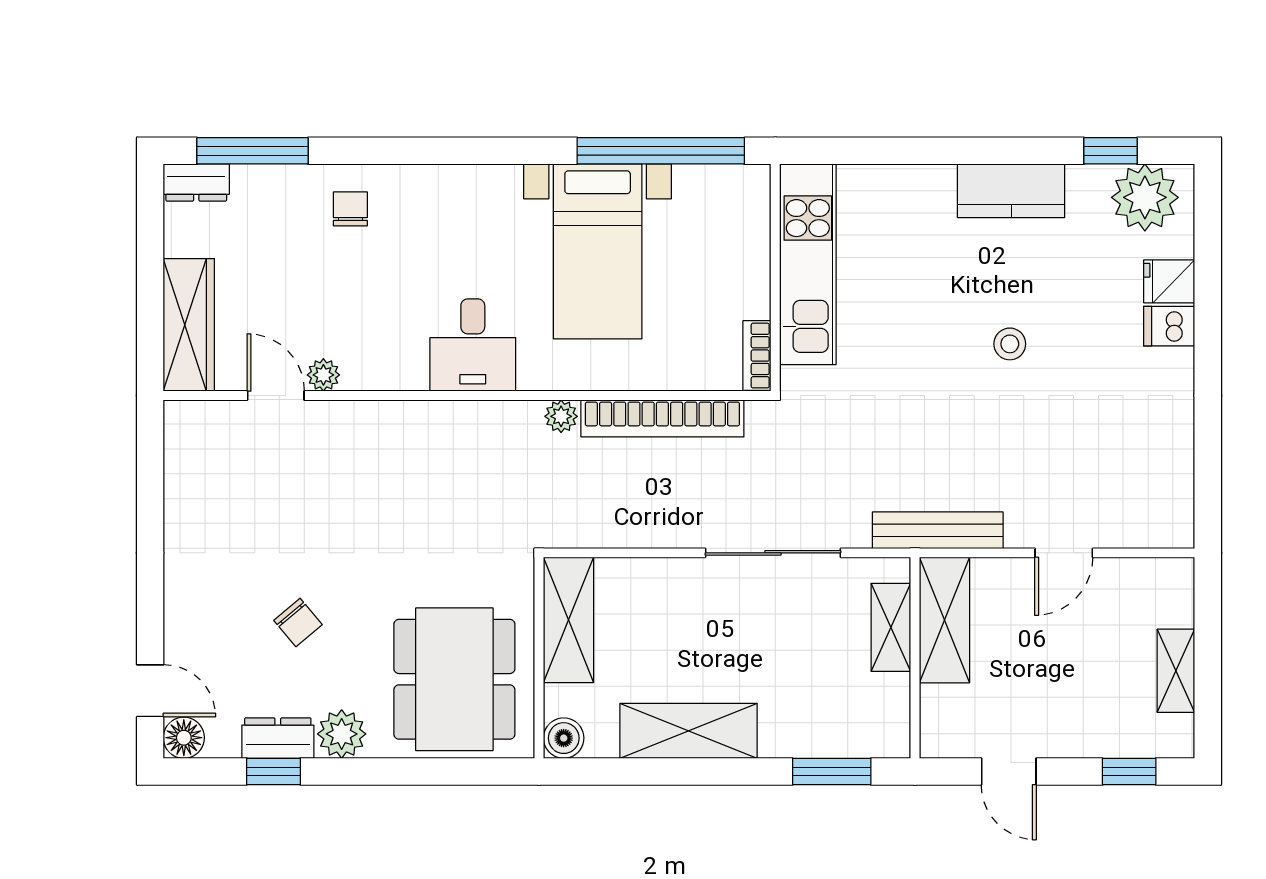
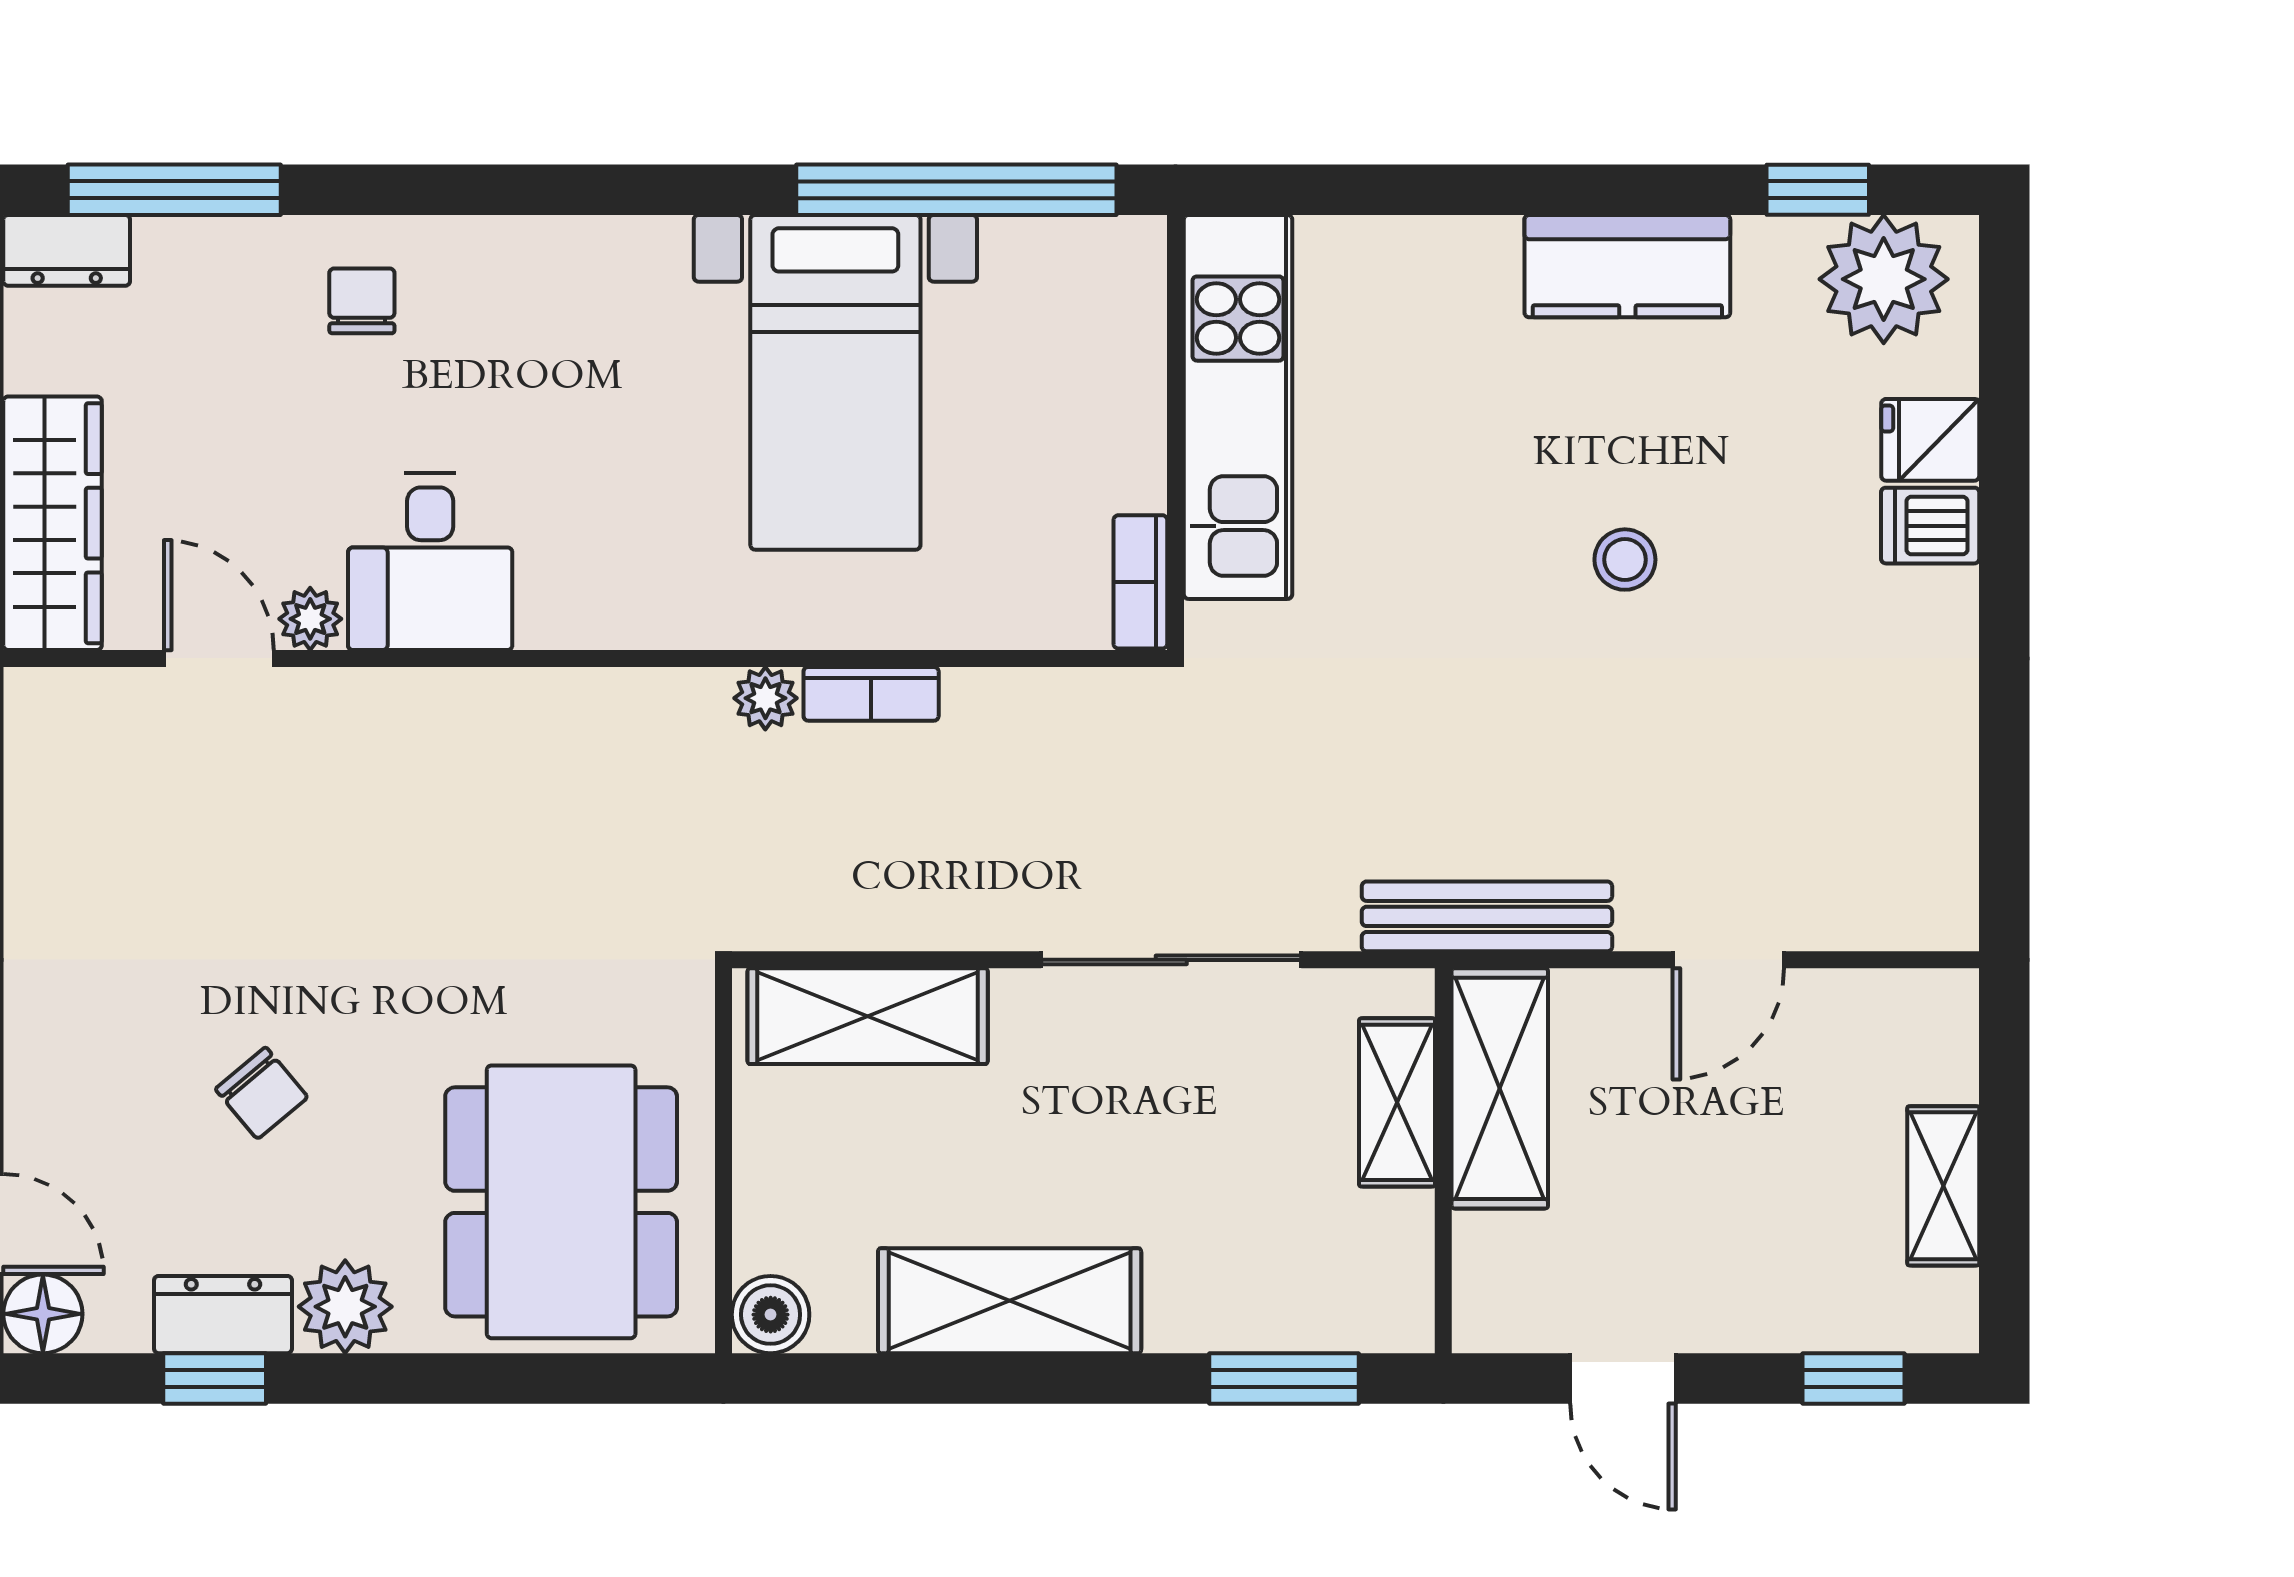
desk: (473, 345) -> (430, 562), moved
bookcase: (662, 418) -> (871, 694), width x0.43, depth x0.76
shelving: (569, 620) -> (868, 1016), moved, turned 90

